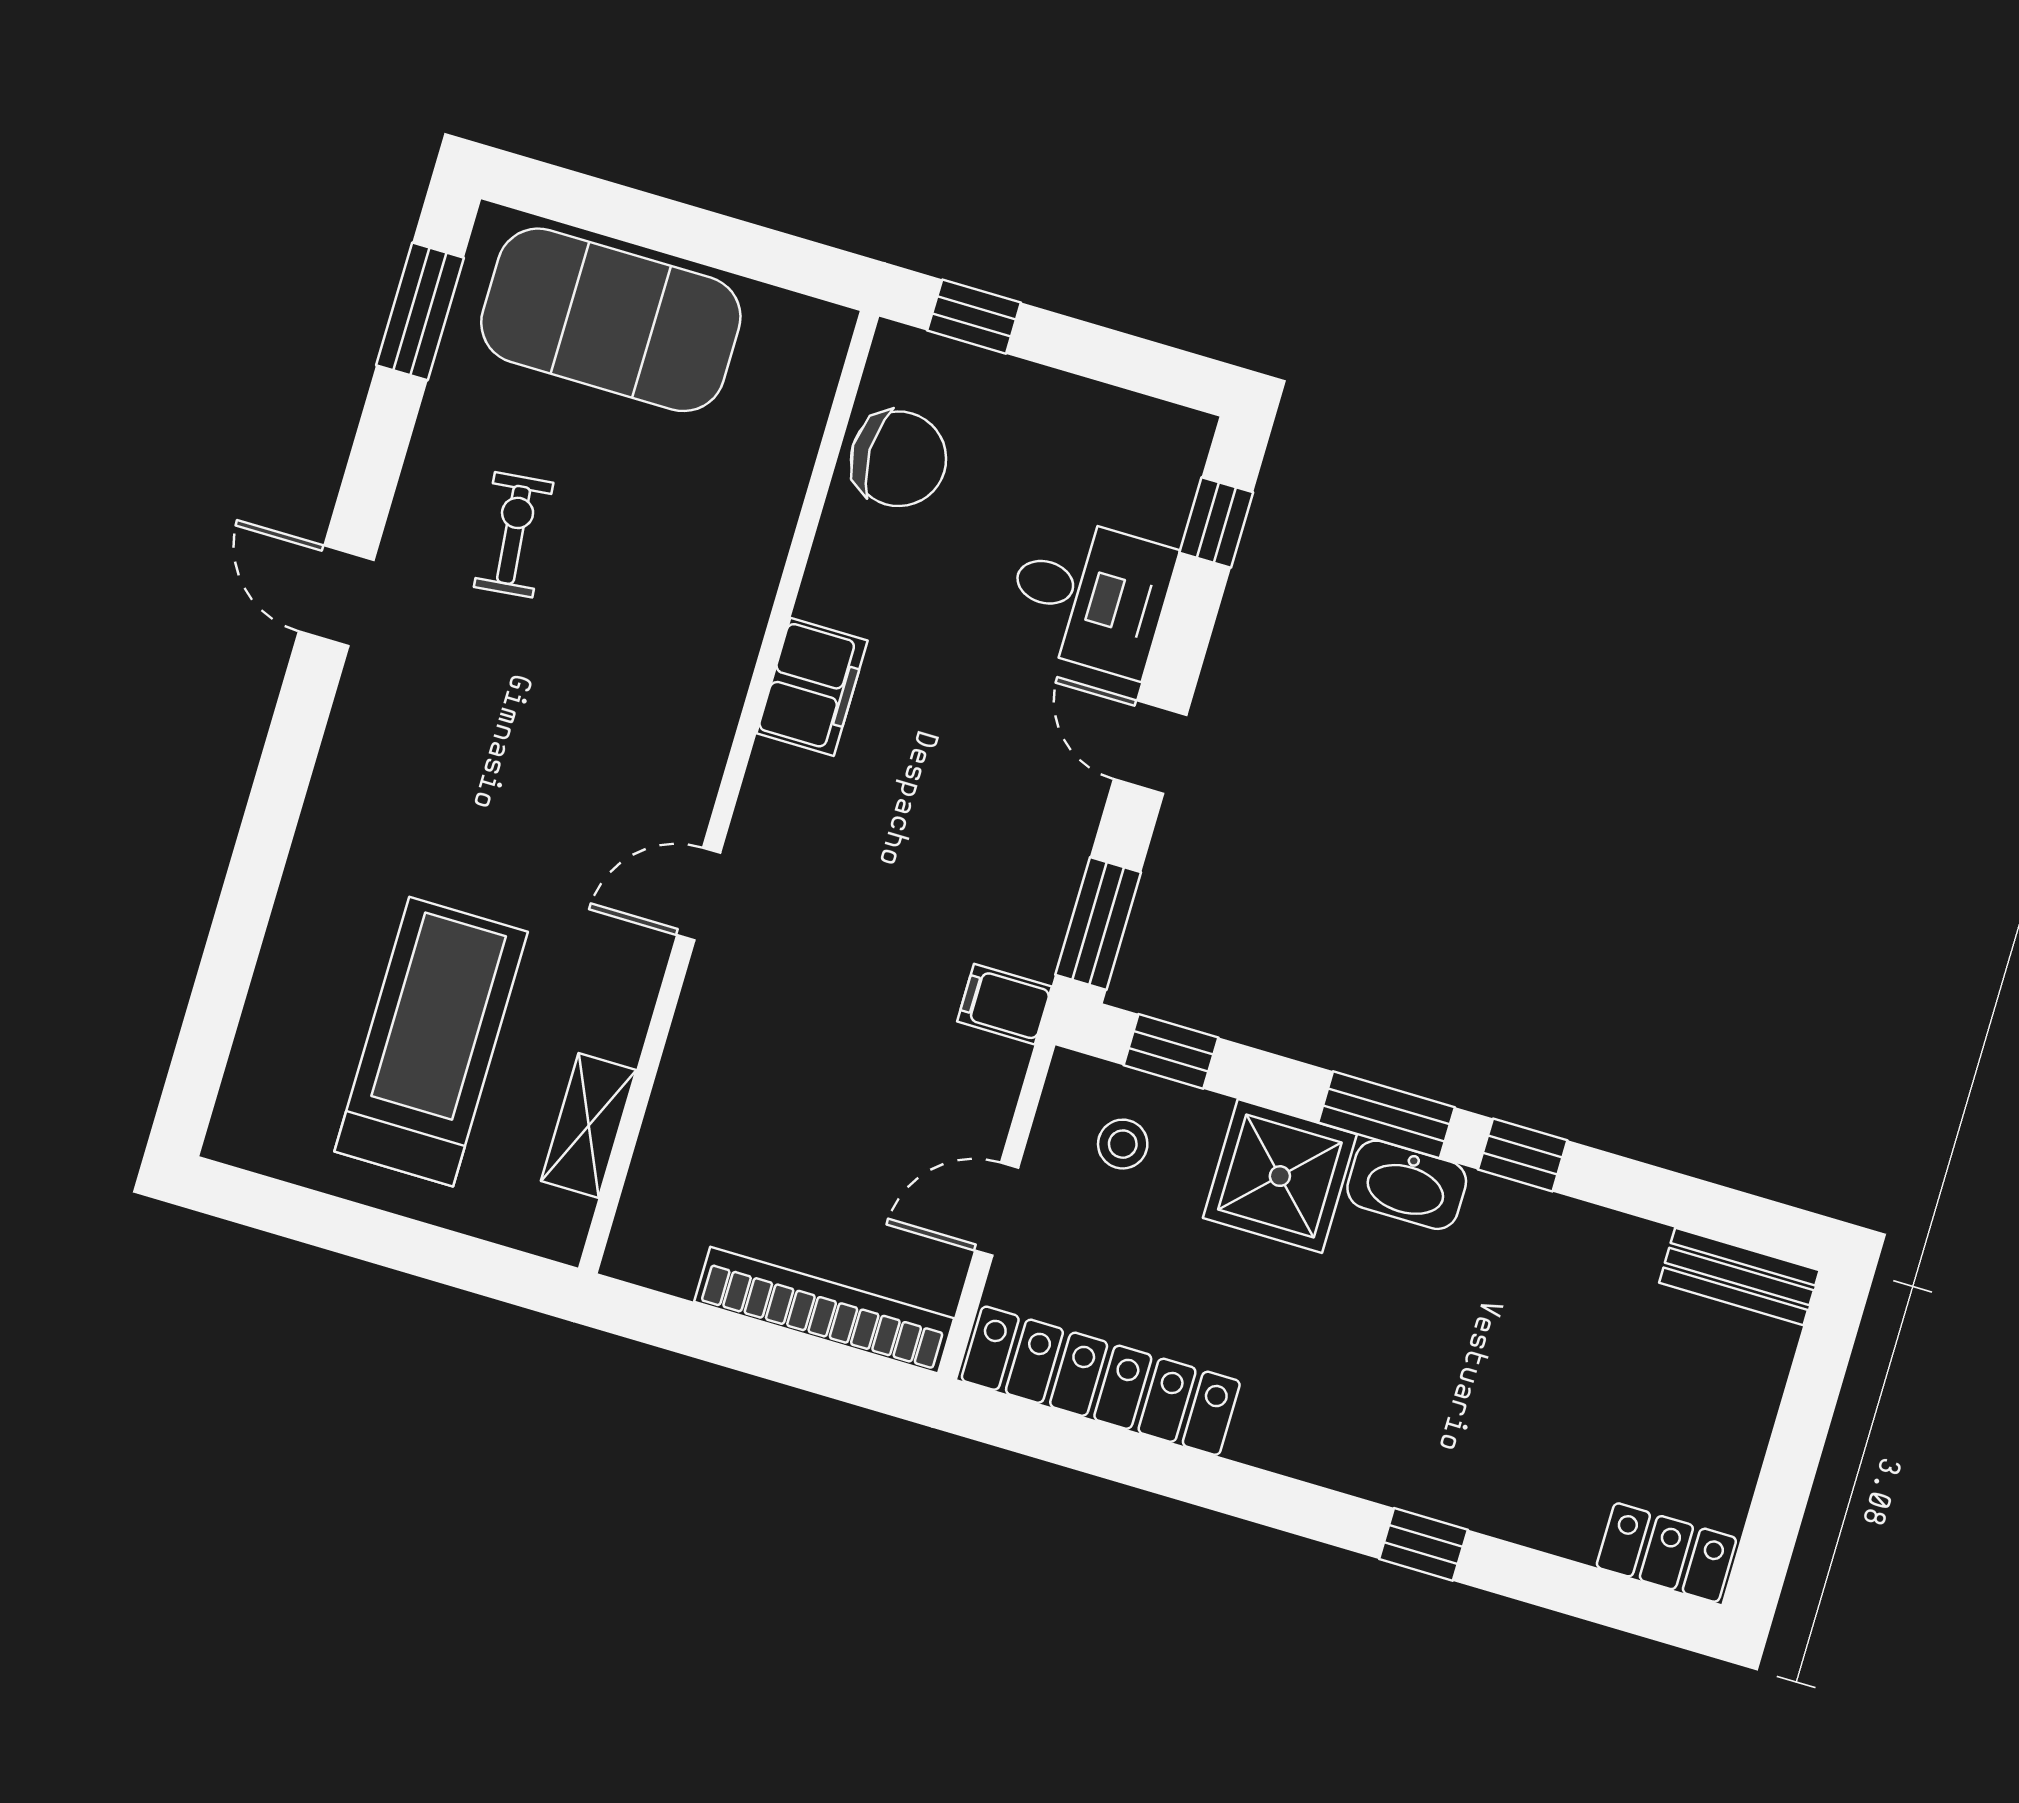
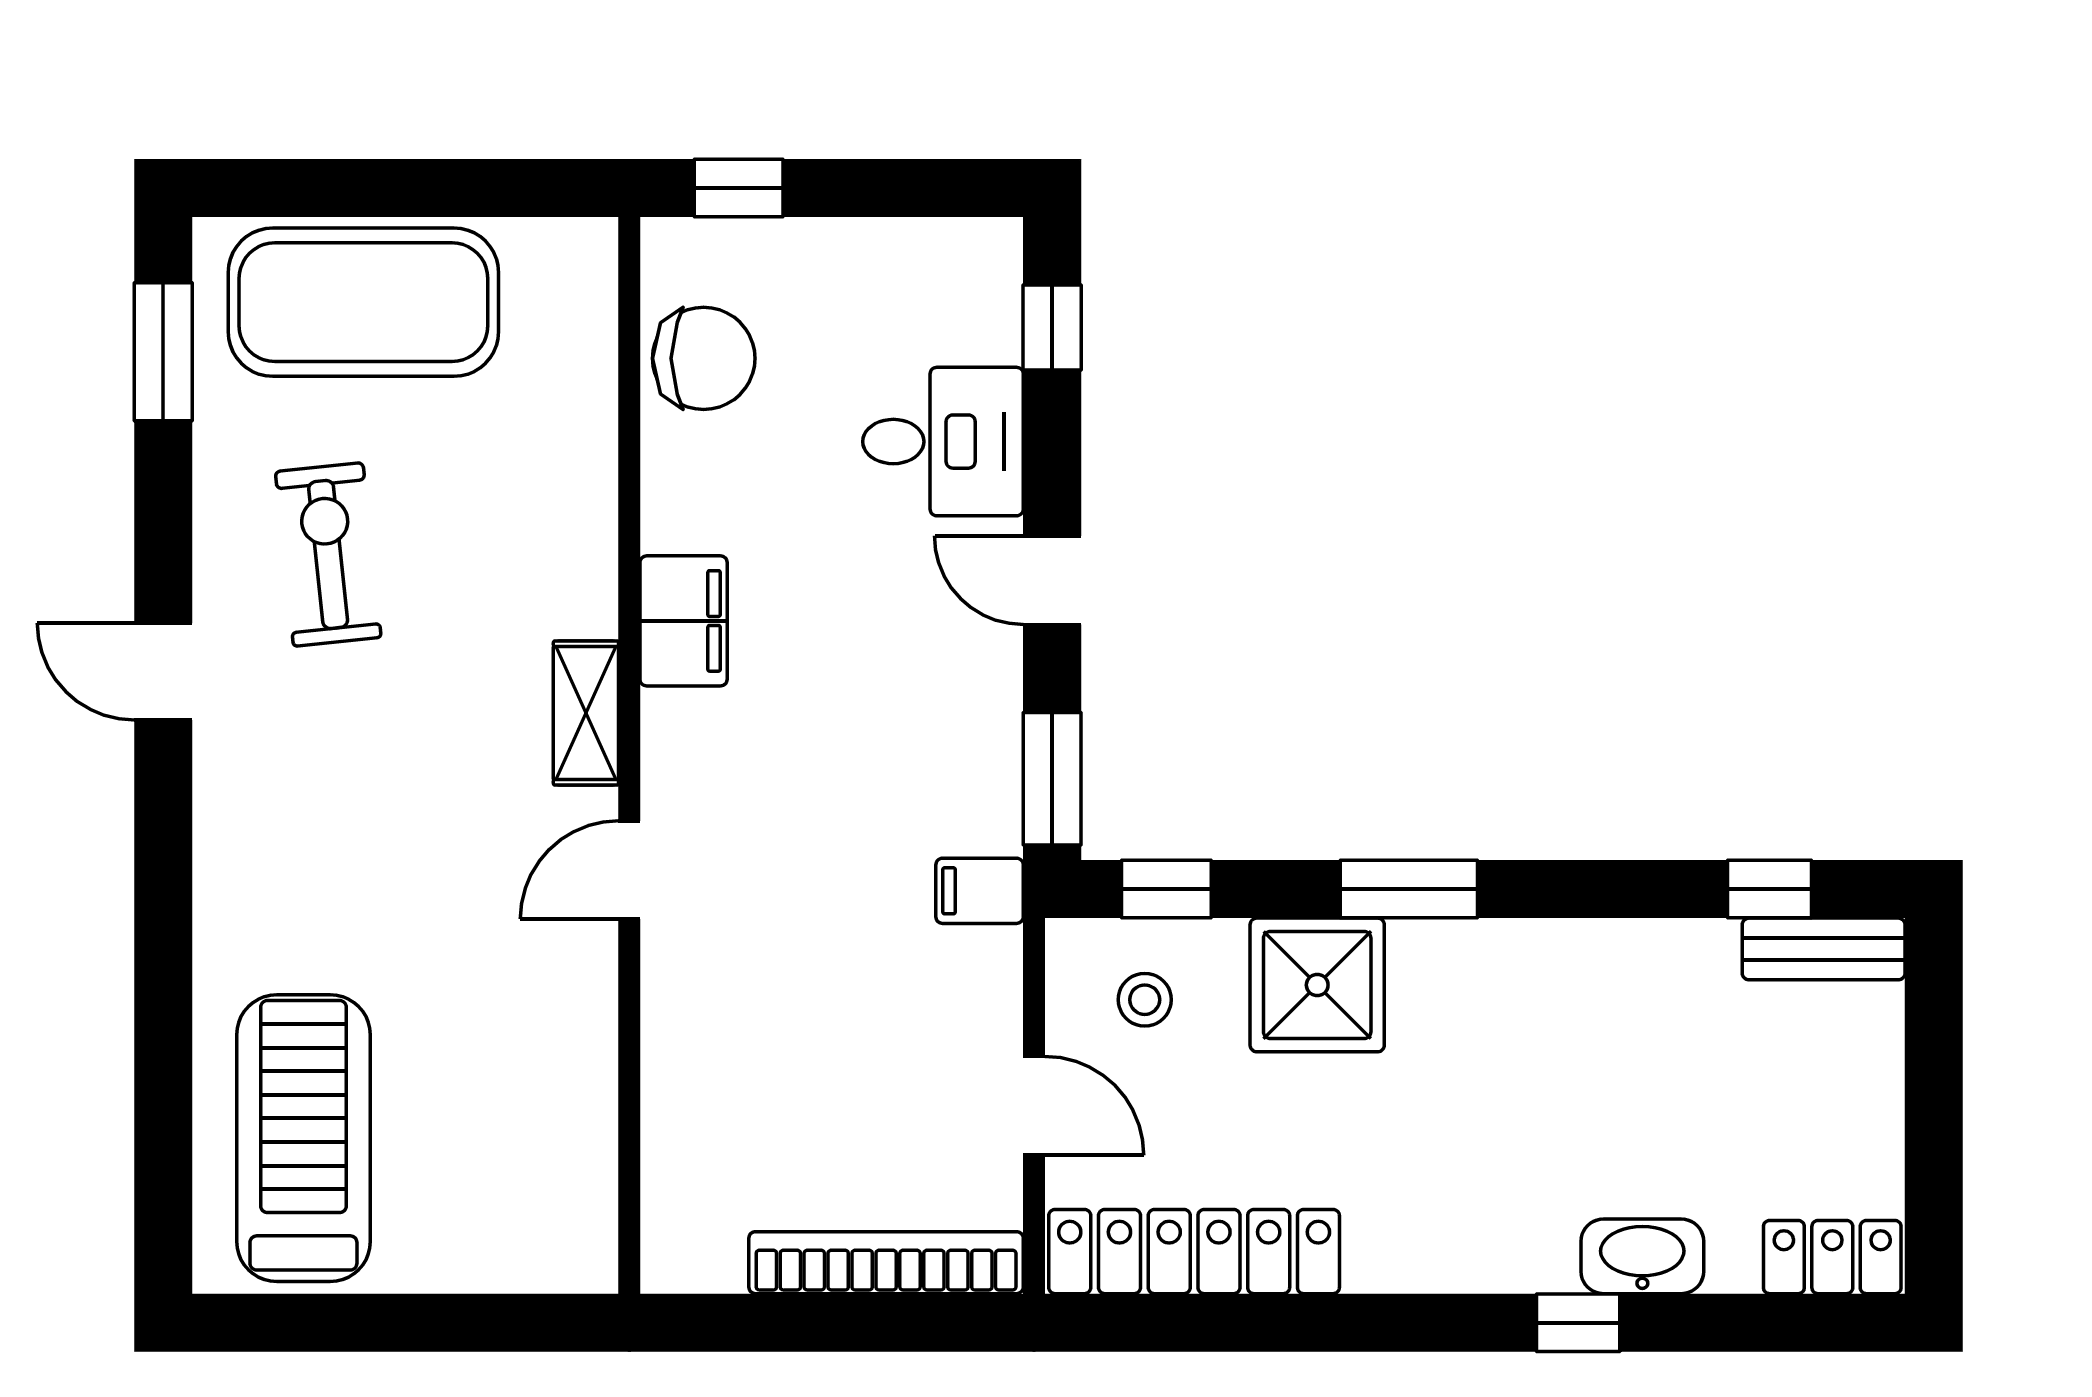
exercise bike: (514, 535) -> (328, 554), width x1.38, depth x1.39
treadmill: (431, 1042) -> (303, 1138), moved
shelving: (589, 1126) -> (586, 713), moved
window: (1523, 1155) -> (1770, 889), moved
washbasin: (1407, 1185) -> (1642, 1256), moved, turned 180
door: (997, 1209) -> (1034, 1106), swing flipped

